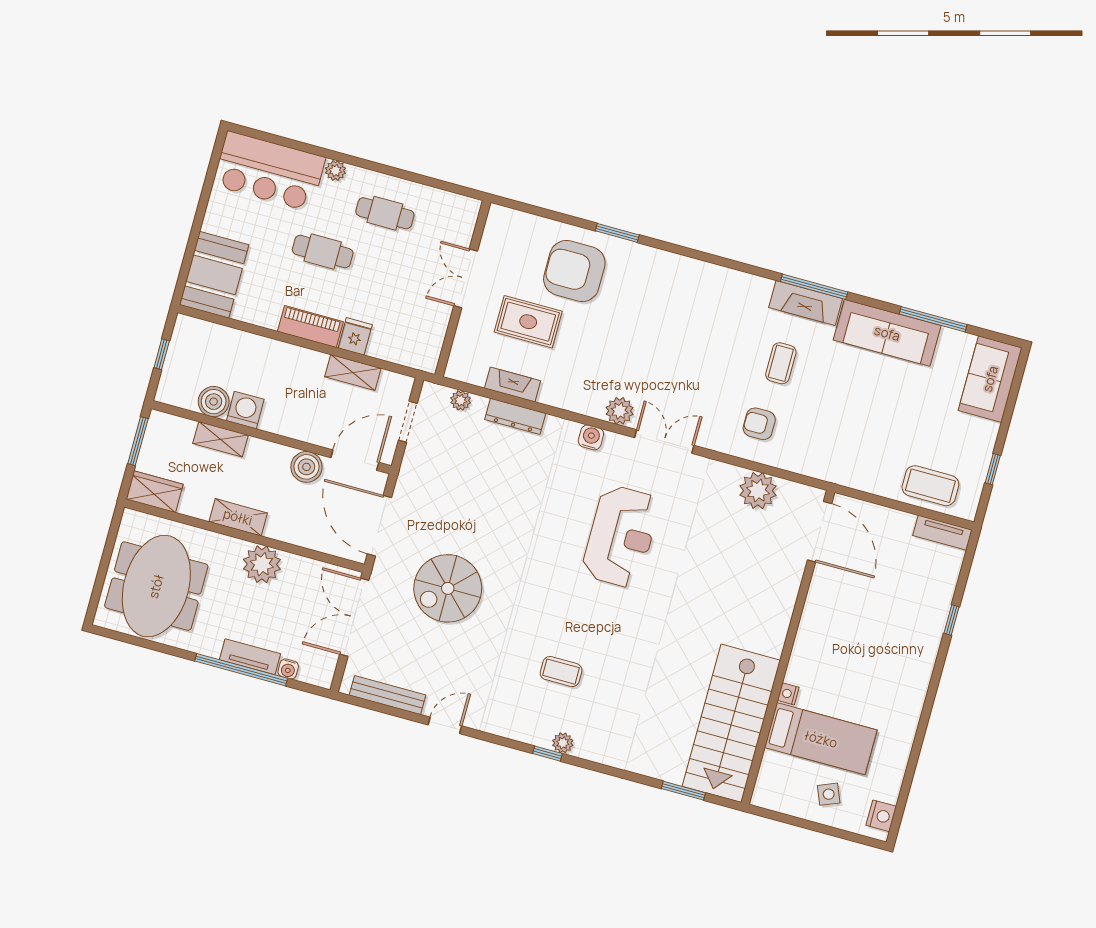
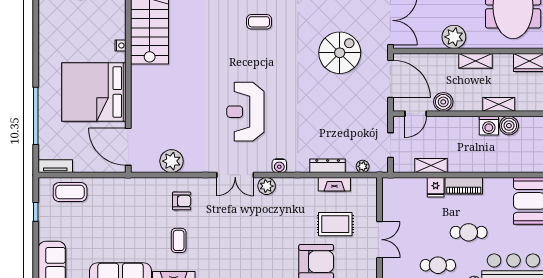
door: (355, 460) -> (416, 114), width x0.73
window: (952, 620) -> (36, 116), width x3.17
bed: (821, 739) -> (94, 92), moved, width x2.04

